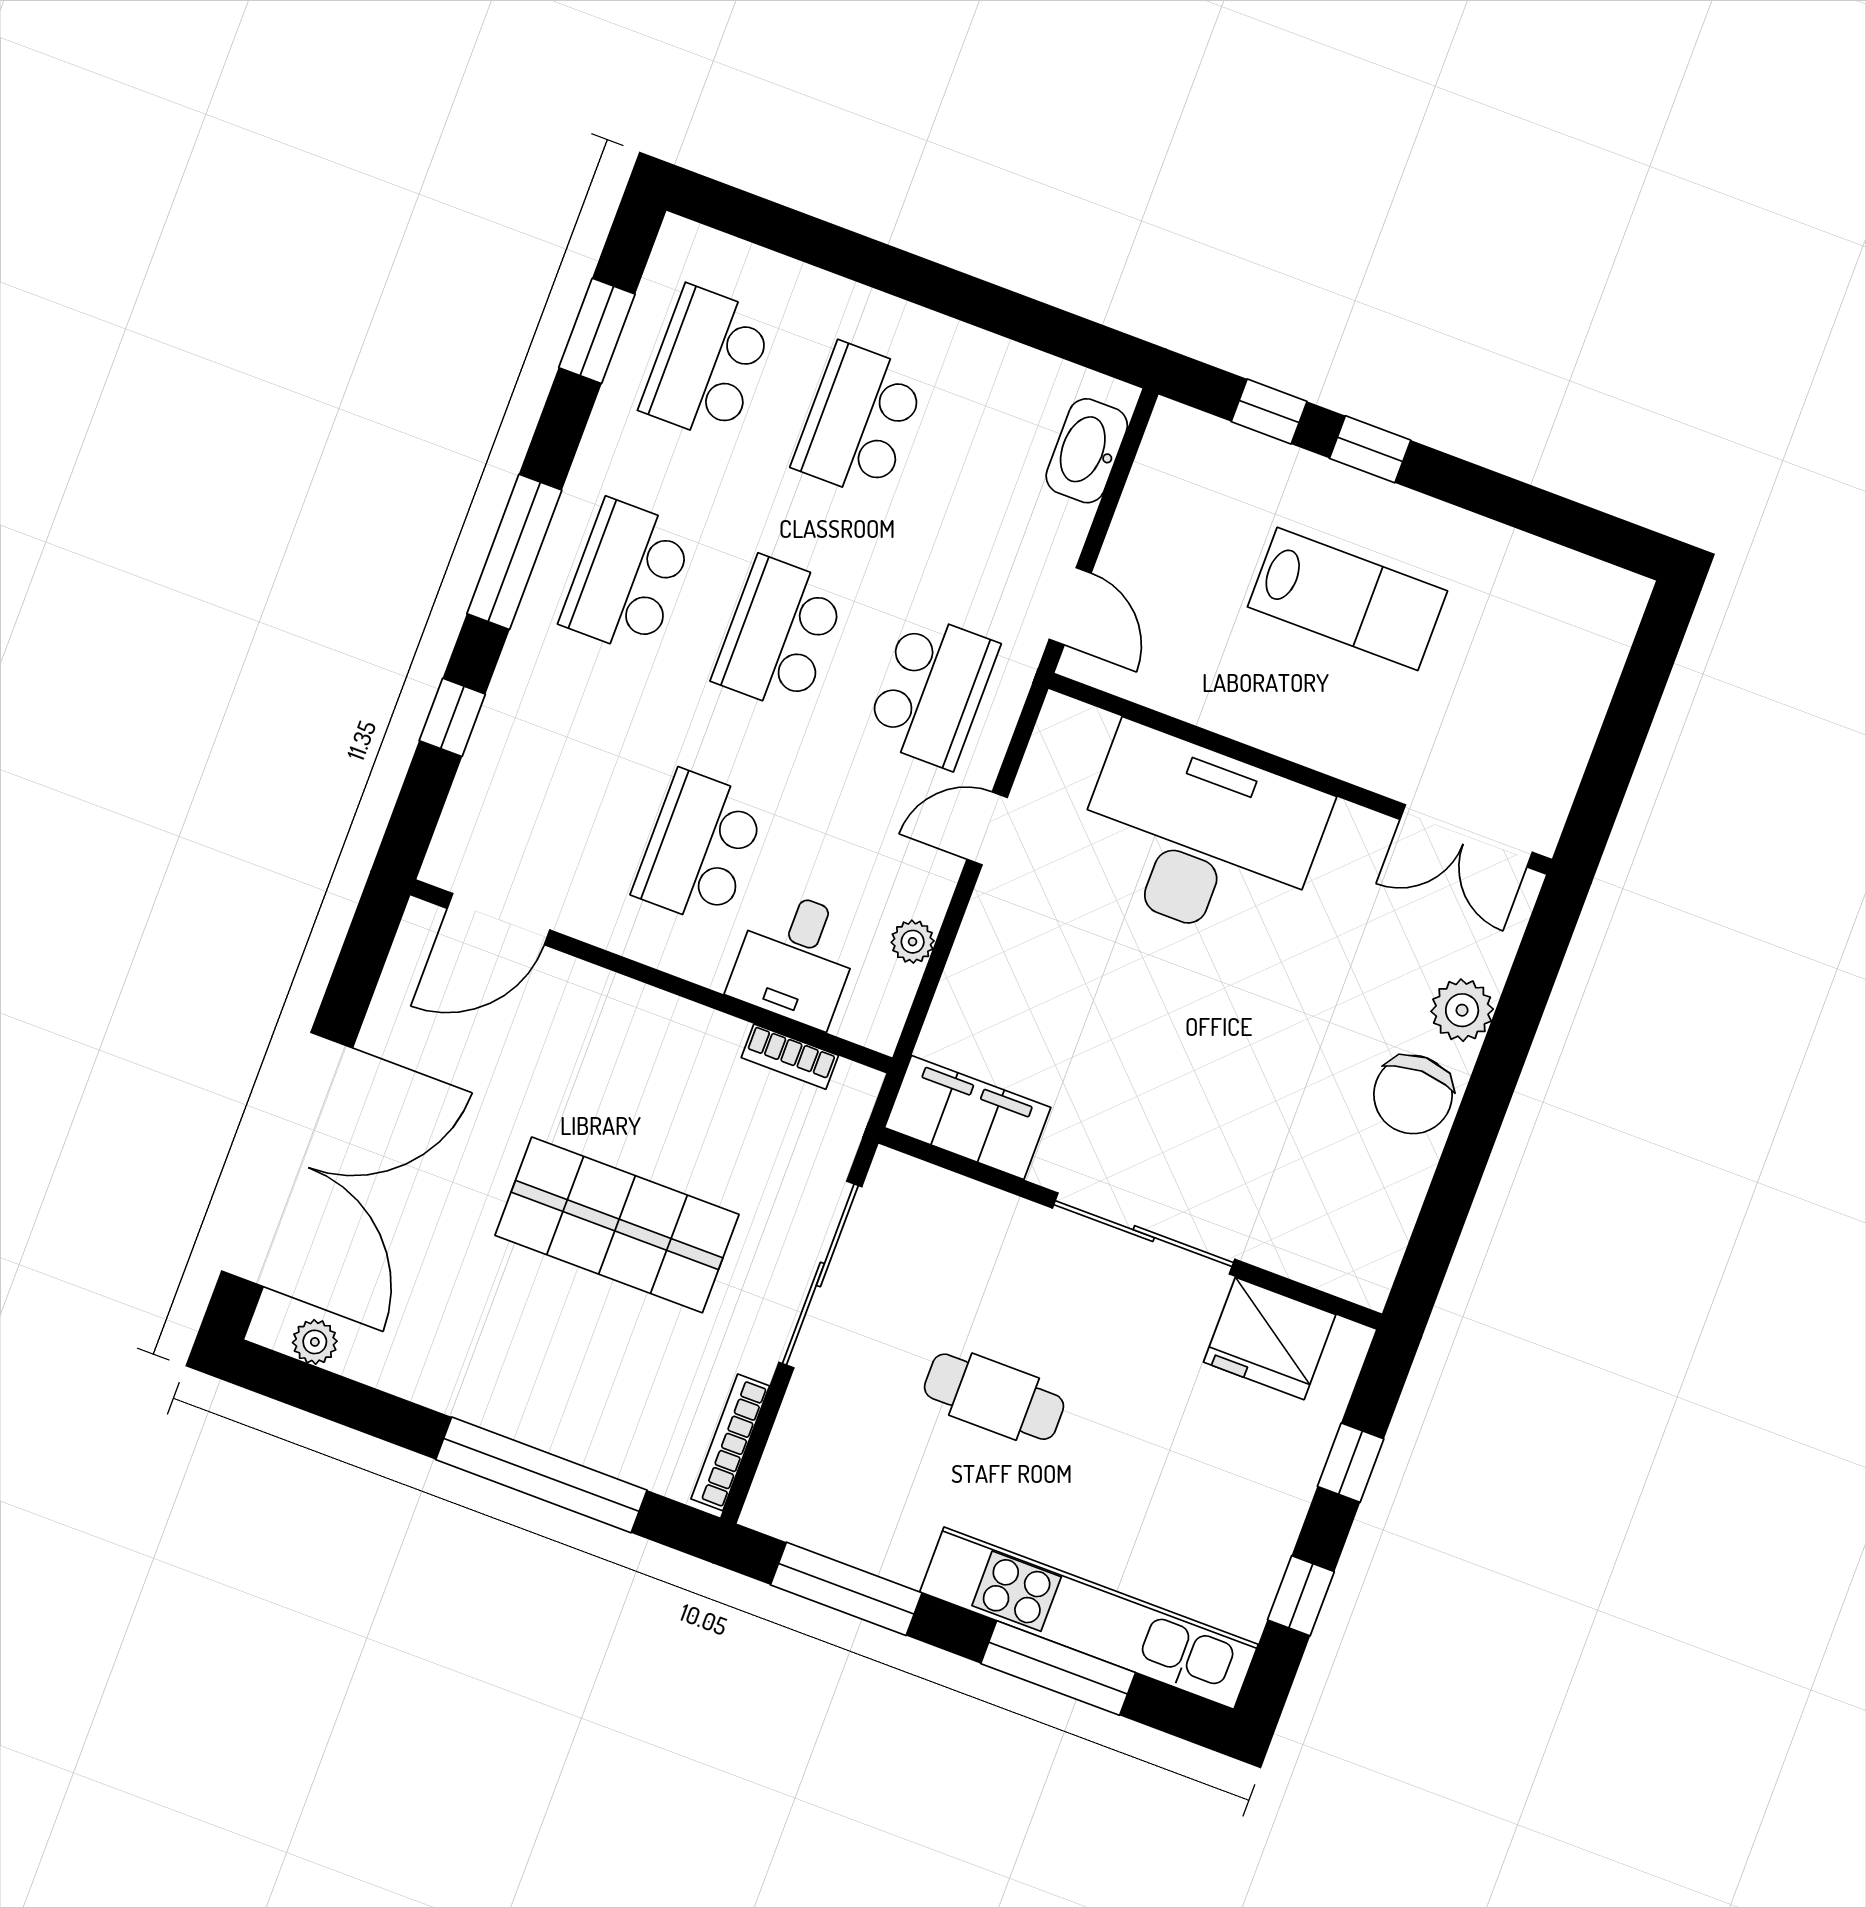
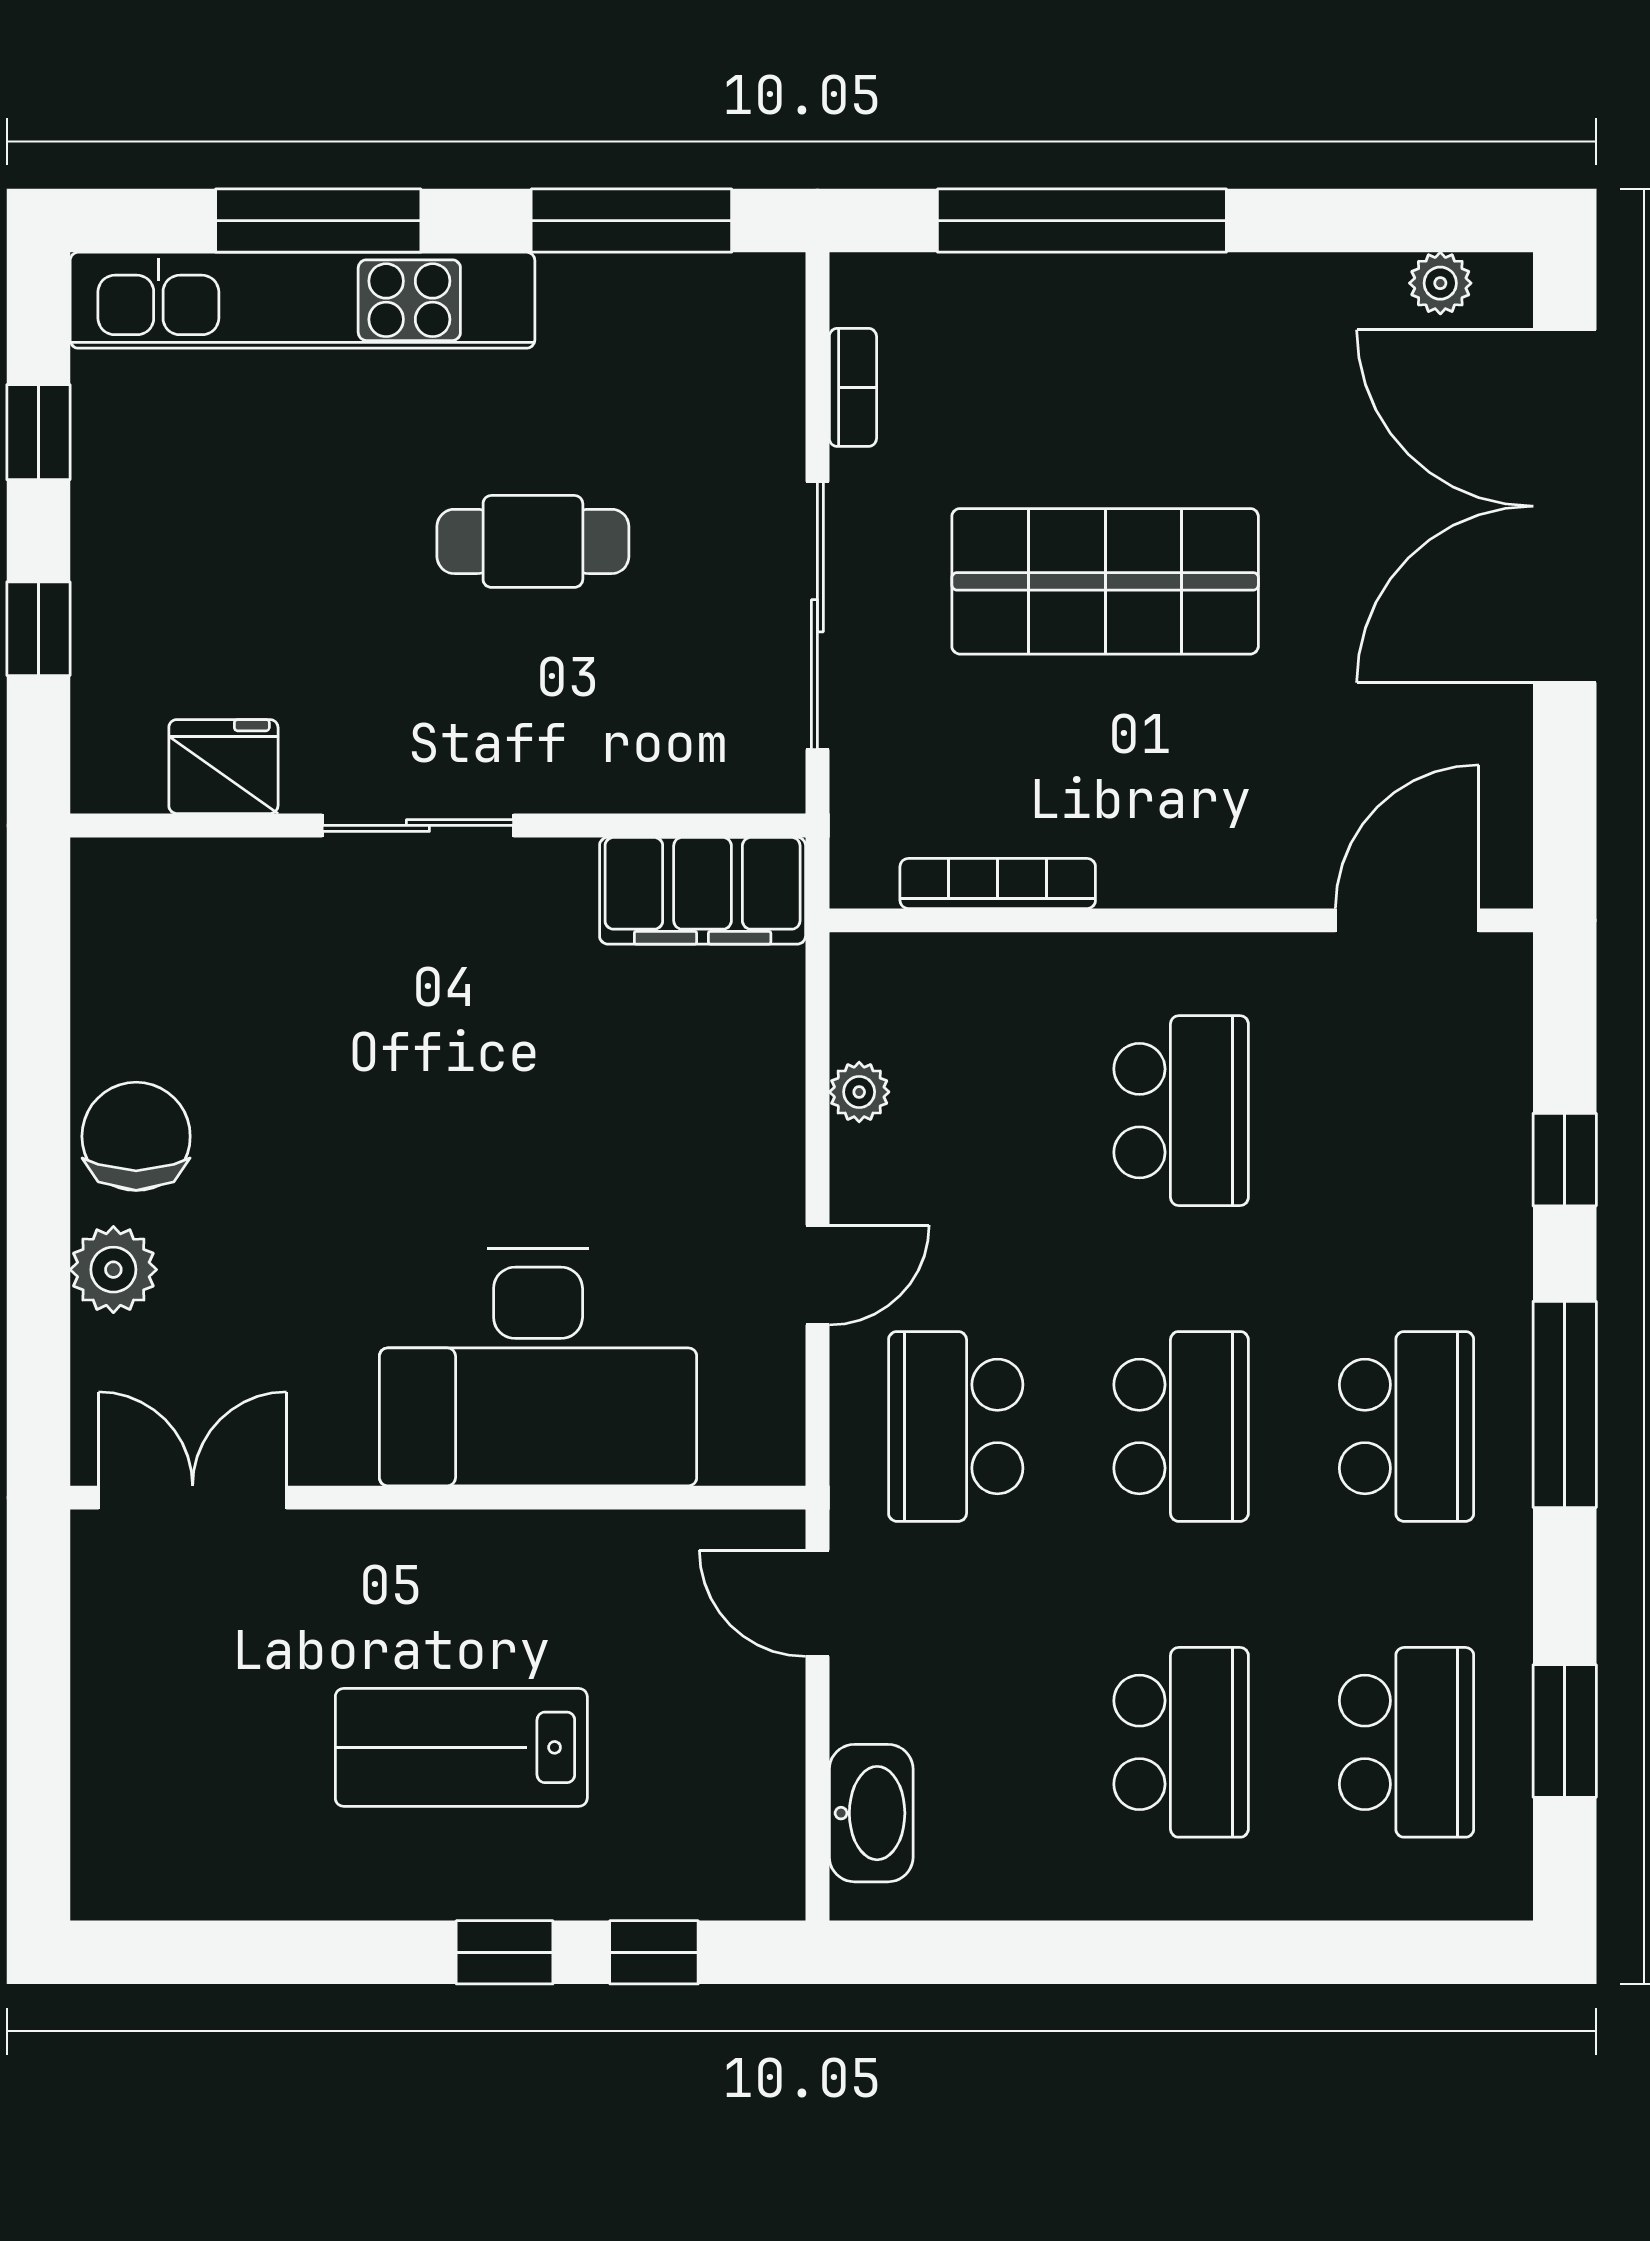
desk: (796, 958) -> (1003, 1014), removed
bookcase: (790, 1057) -> (998, 883), width x1.56
sliding door: (1144, 1234) -> (418, 825), width x0.73
fridge: (1270, 1338) -> (223, 767), width x0.73, depth x0.75
bookcase: (730, 1442) -> (853, 387), width x0.64

